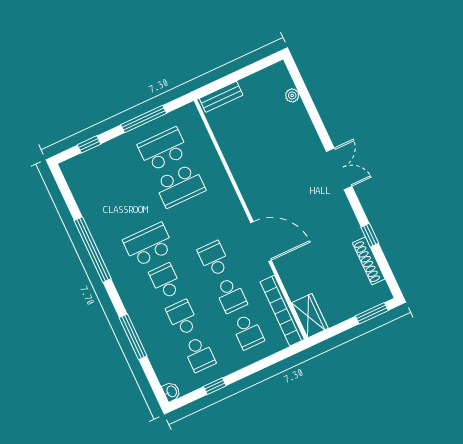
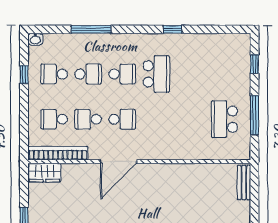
school desk: (163, 149) -> (224, 119), turned 180
school desk: (180, 186) -> (190, 119), removed
window: (93, 250) -> (172, 29), width x0.32

